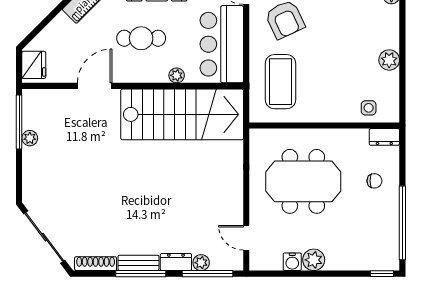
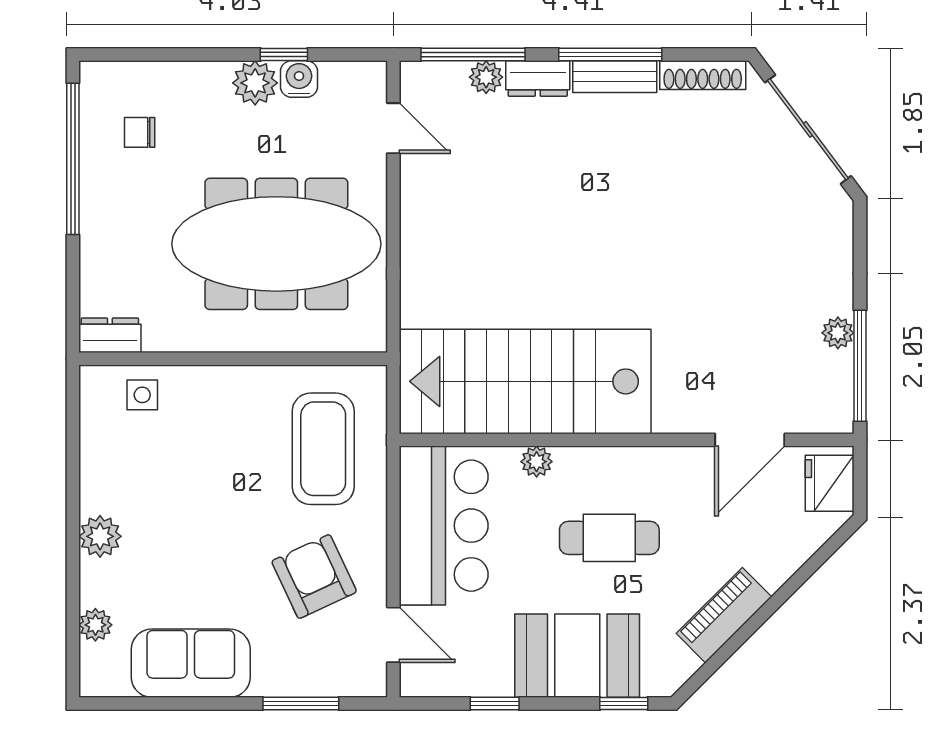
plant: (389, 60) -> (100, 536), moved
door: (95, 86) -> (750, 440), moved
meeting table: (303, 181) -> (276, 244), width x1.36
chair: (374, 181) -> (140, 132), moved
window: (382, 274) -> (284, 54), moved

